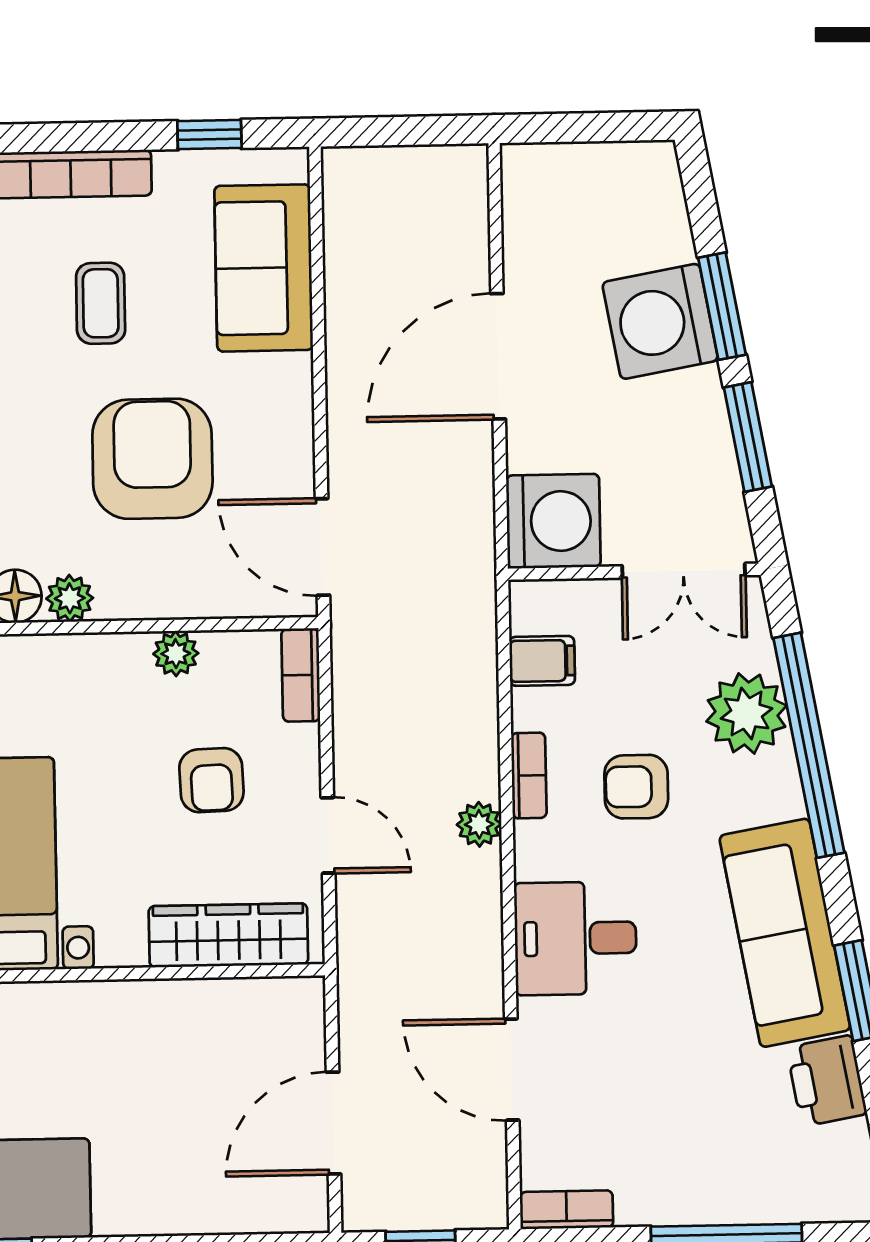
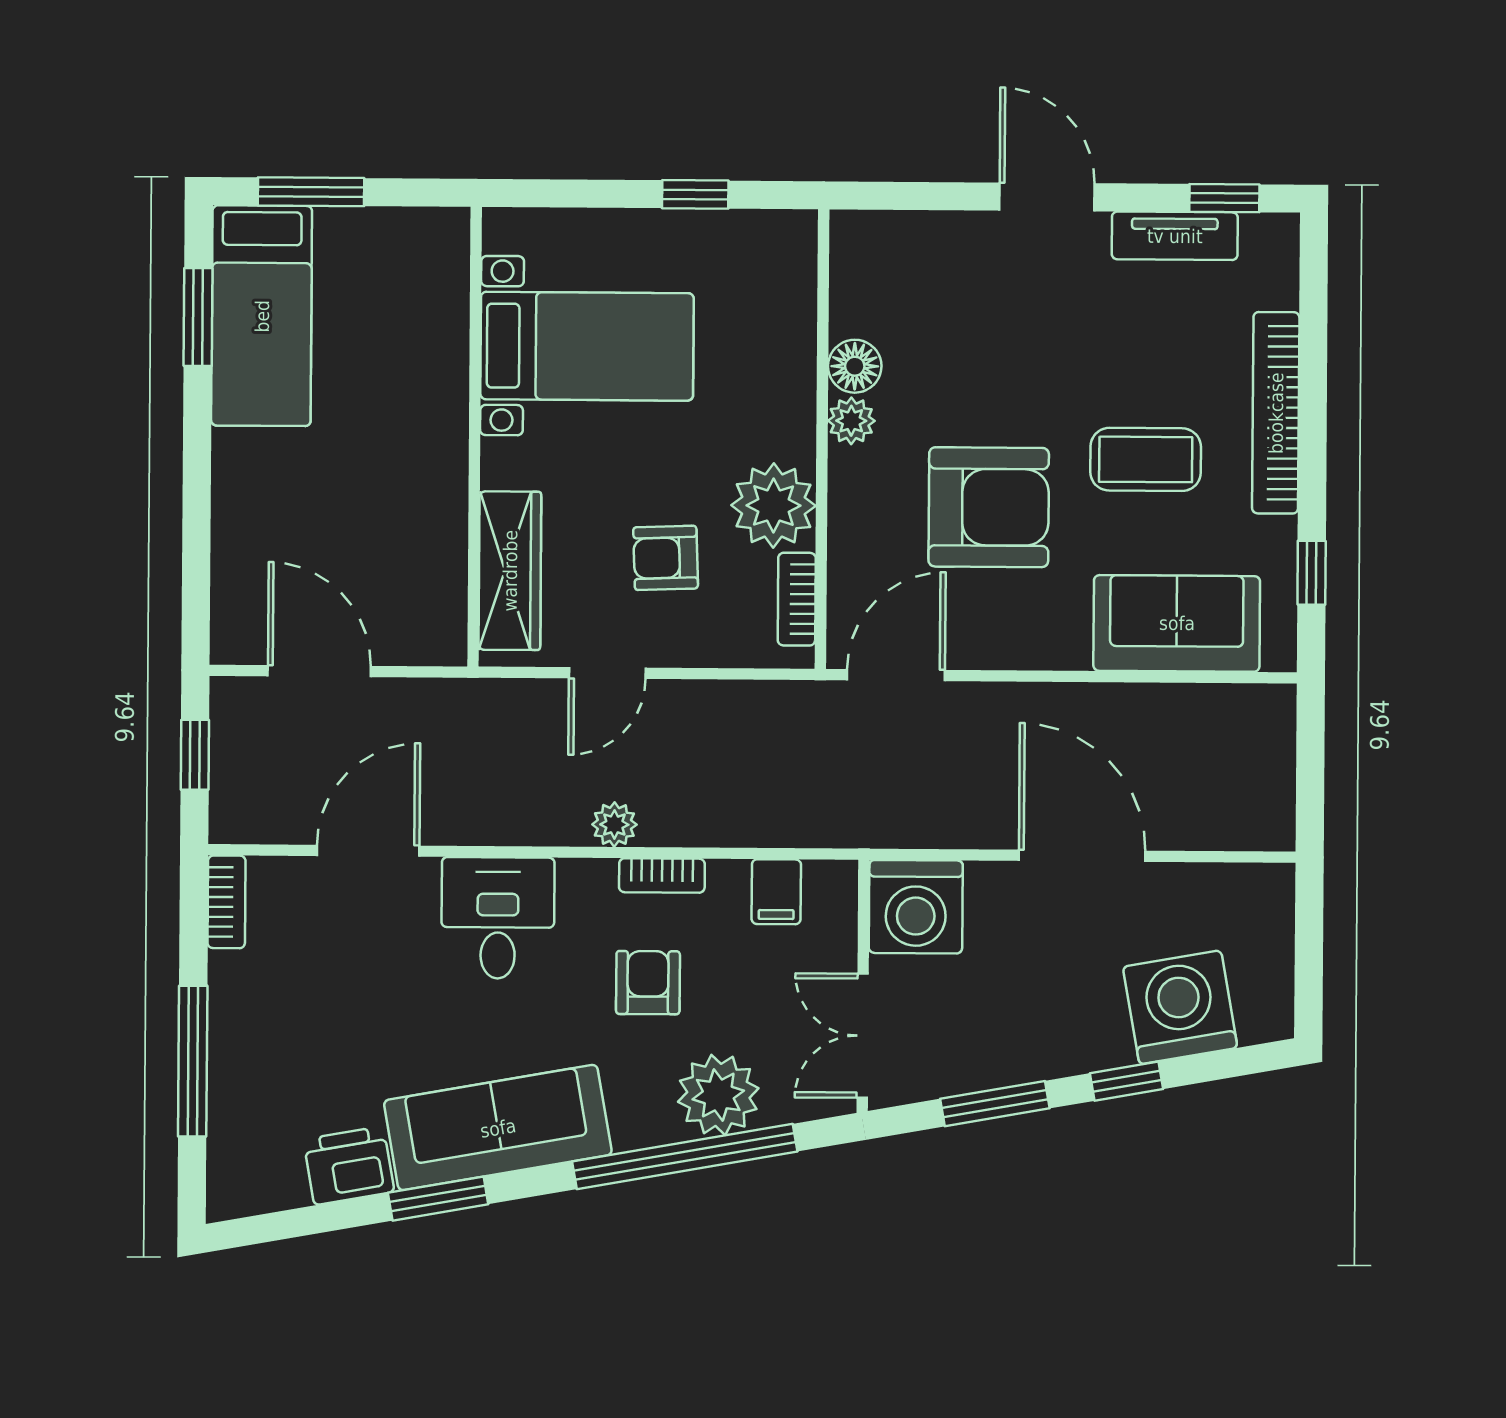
coffee table: (101, 303) -> (1146, 459), width x1.36, depth x1.30
window: (722, 306) -> (1126, 1081), width x0.67
washing machine: (660, 321) -> (1180, 1007), moved
plant: (176, 654) -> (773, 506), width x1.88, depth x1.88
bookcase: (301, 675) -> (797, 599), moved, turned -90

